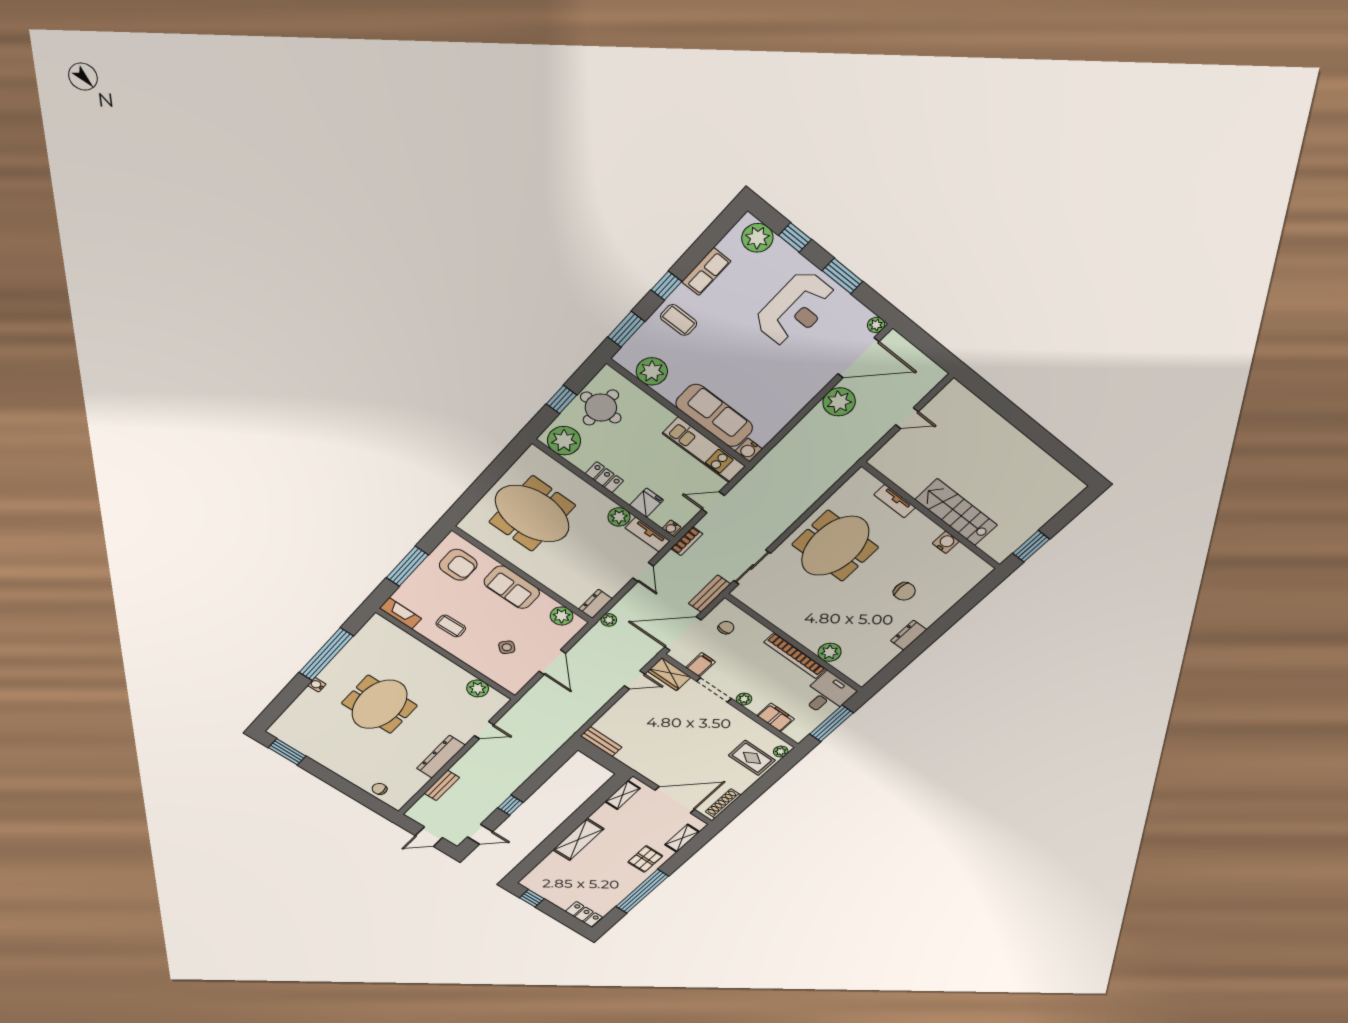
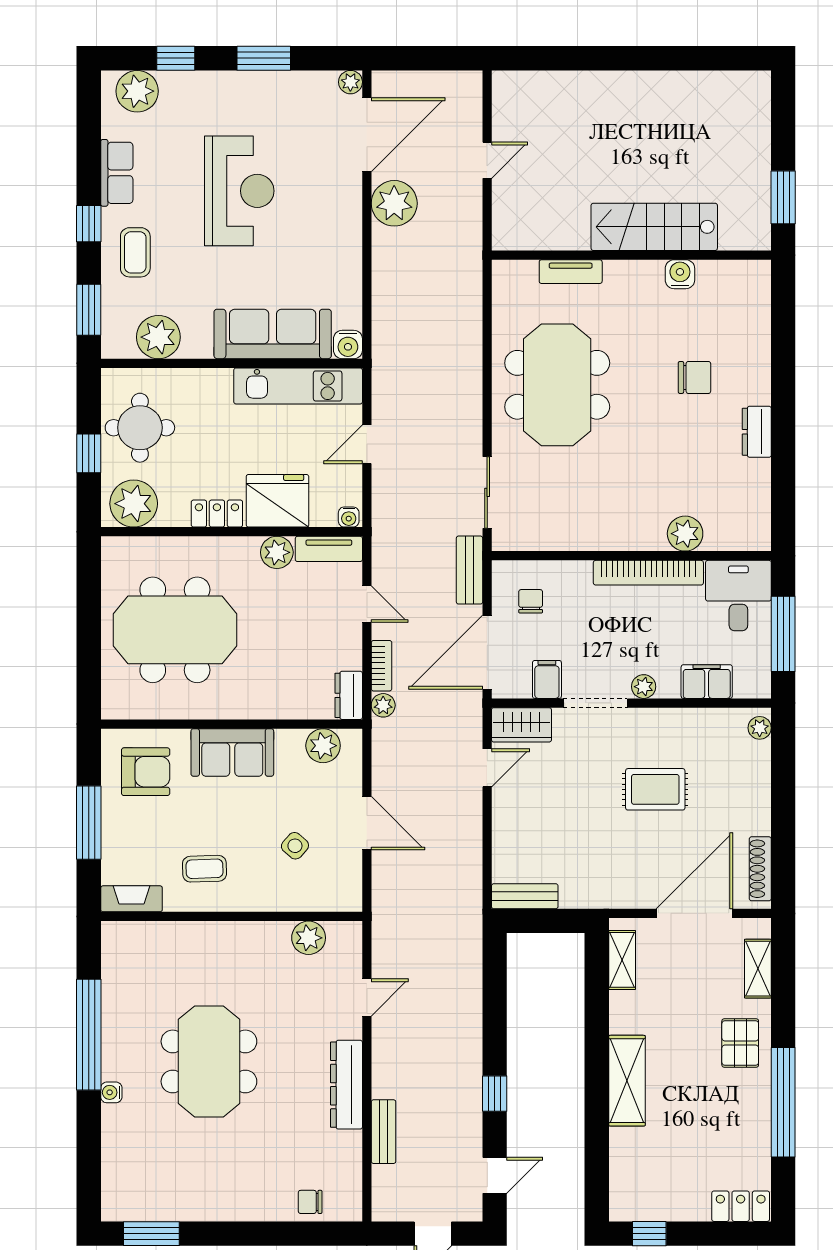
reception desk: (795, 309) -> (239, 191), moved
coffee table: (679, 320) -> (135, 252), turned 90
fridge: (647, 503) -> (277, 501), width x1.88, depth x1.34
bookcase: (687, 541) -> (381, 666), moved
rug: (752, 758) -> (655, 789), moved

